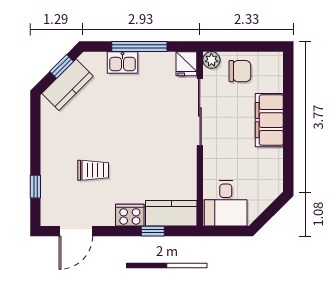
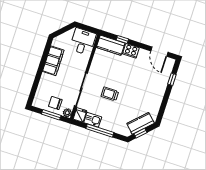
window: (240, 47) -> (51, 115), added
kitchen sink: (123, 63) -> (93, 120), moved
filing cabinet: (269, 120) -> (53, 61), moved
trolley: (93, 170) -> (110, 94), moved
door: (76, 231) -> (159, 52), swing flipped

